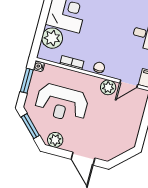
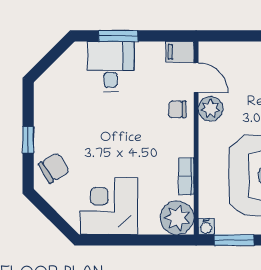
plant: (52, 38) -> (177, 218), moved
chair: (99, 67) -> (177, 109), moved

